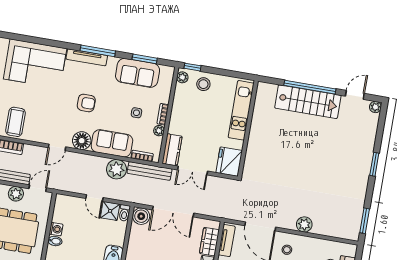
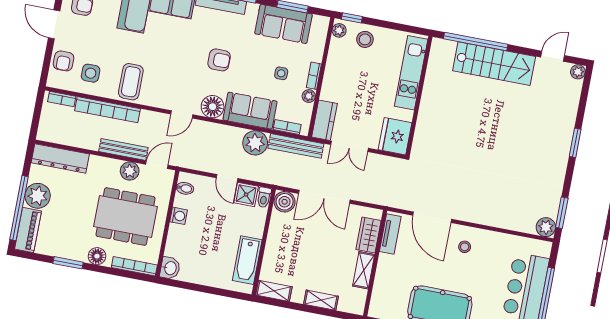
window: (310, 87) -> (476, 42), moved
plant: (304, 224) -> (546, 227), moved
bidet: (55, 241) -> (185, 188), moved

